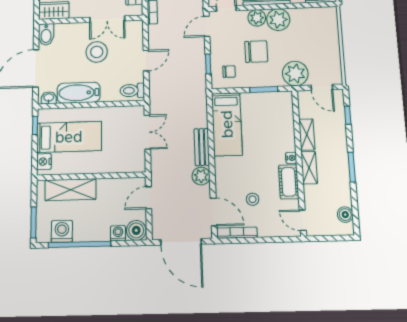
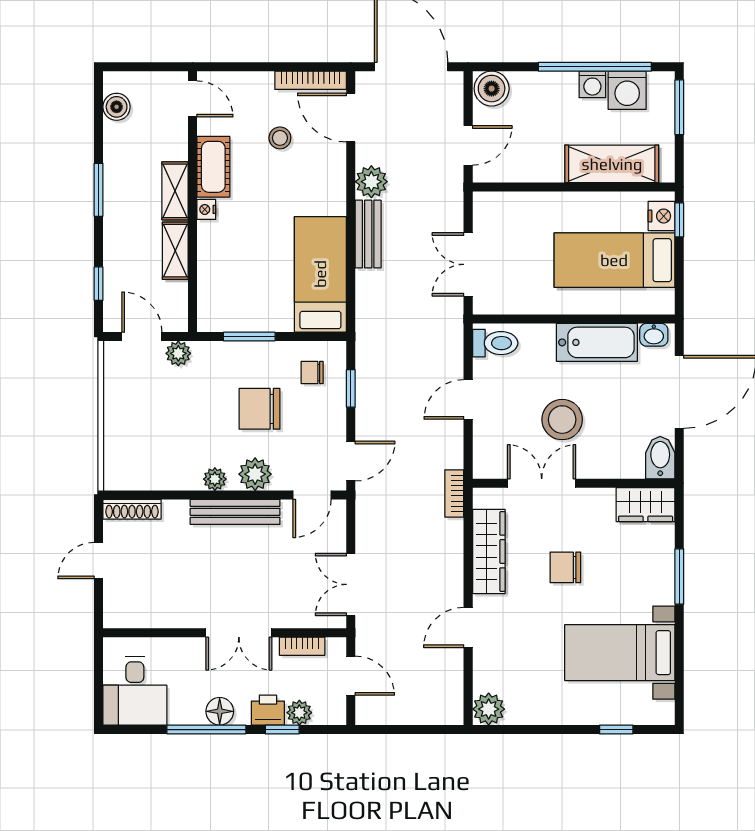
plant: (278, 20) -> (215, 479), width x0.53, depth x0.53
plant: (295, 74) -> (178, 353), width x0.53, depth x0.53
window: (35, 126) -> (679, 220), moved
washing machine: (118, 233) -> (592, 84), moved

